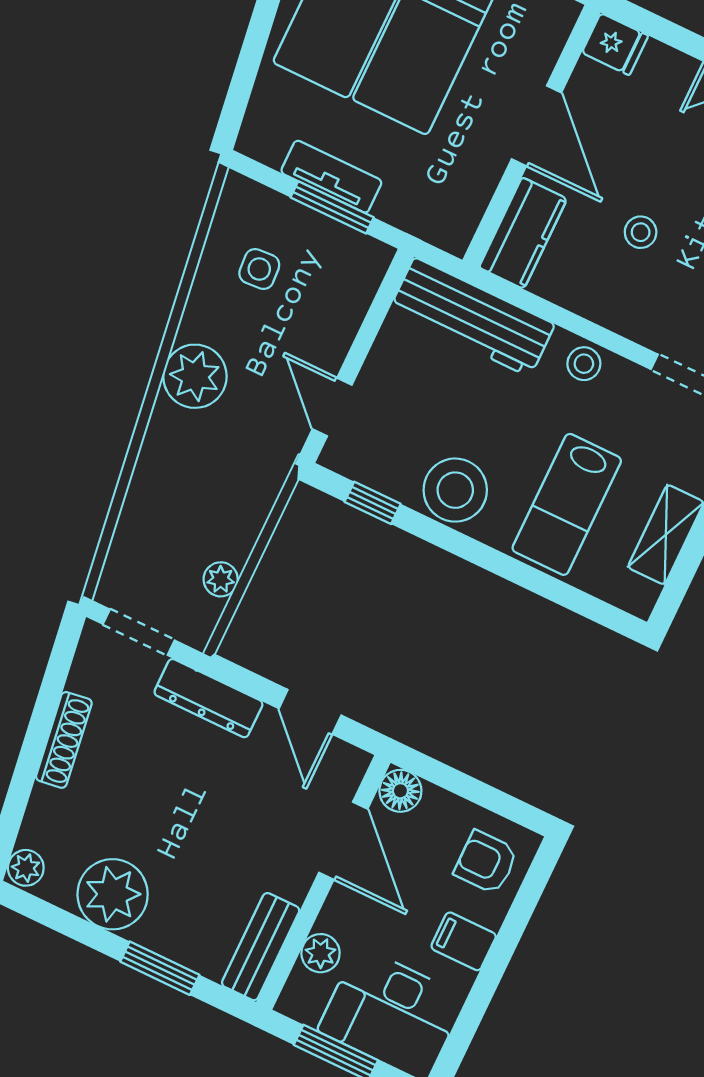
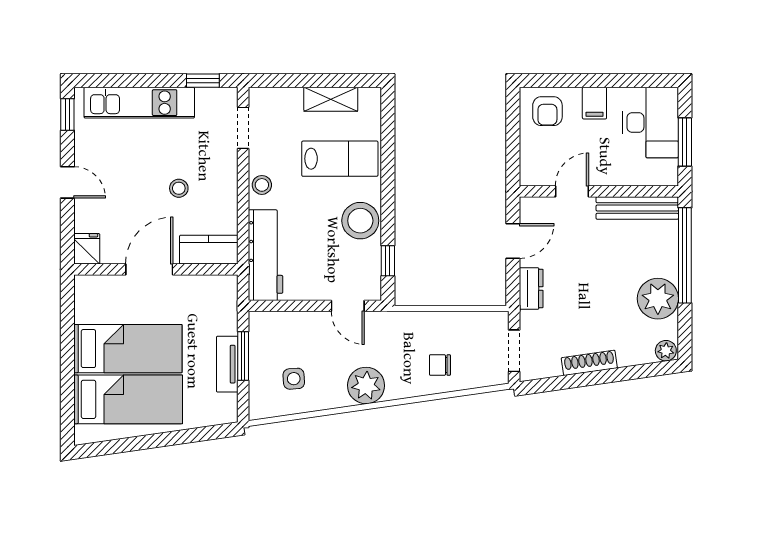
door: (332, 407) -> (348, 306), hinge flipped
chair: (172, 506) -> (440, 365), added
plant: (221, 579) -> (466, 321), removed
dresser: (208, 698) -> (531, 288), width x0.70
floor lamp: (400, 791) -> (532, 174), removed
door: (343, 841) -> (572, 191), width x0.73
bench: (261, 947) -> (637, 208), width x1.36
plant: (321, 953) -> (637, 175), removed
window: (160, 968) -> (685, 255), width x2.11

